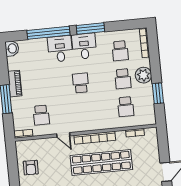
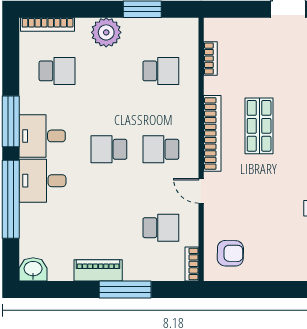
school desk: (123, 79) -> (161, 149), moved, turned 180
door: (63, 135) -> (201, 191), swing flipped
shop shelf: (101, 163) -> (259, 126), width x0.50, depth x0.74
armchair: (31, 168) -> (230, 253), moved

